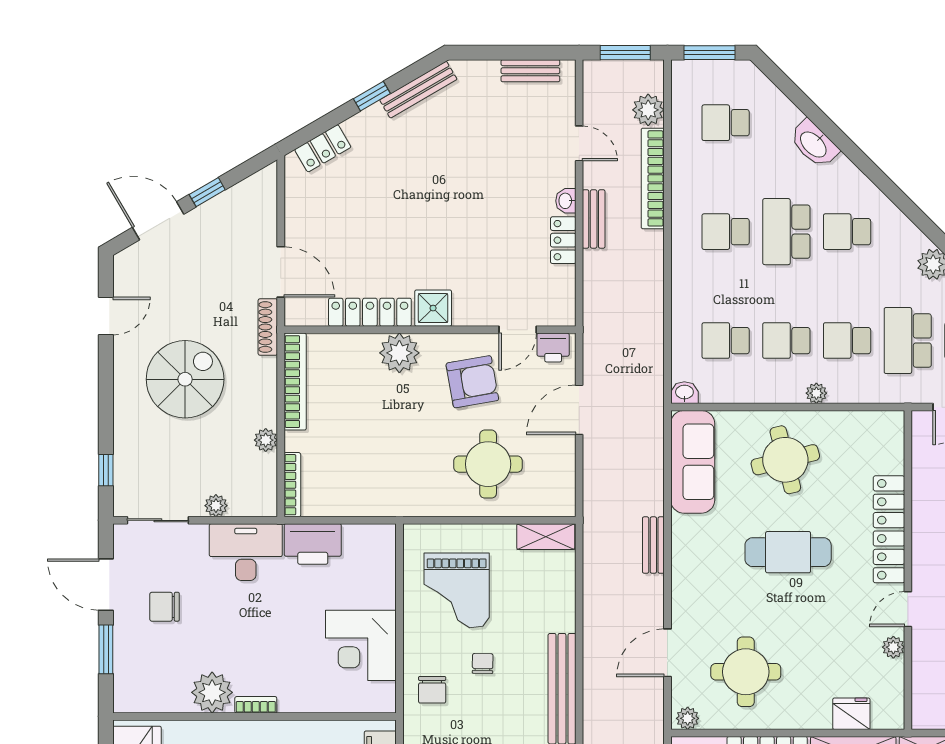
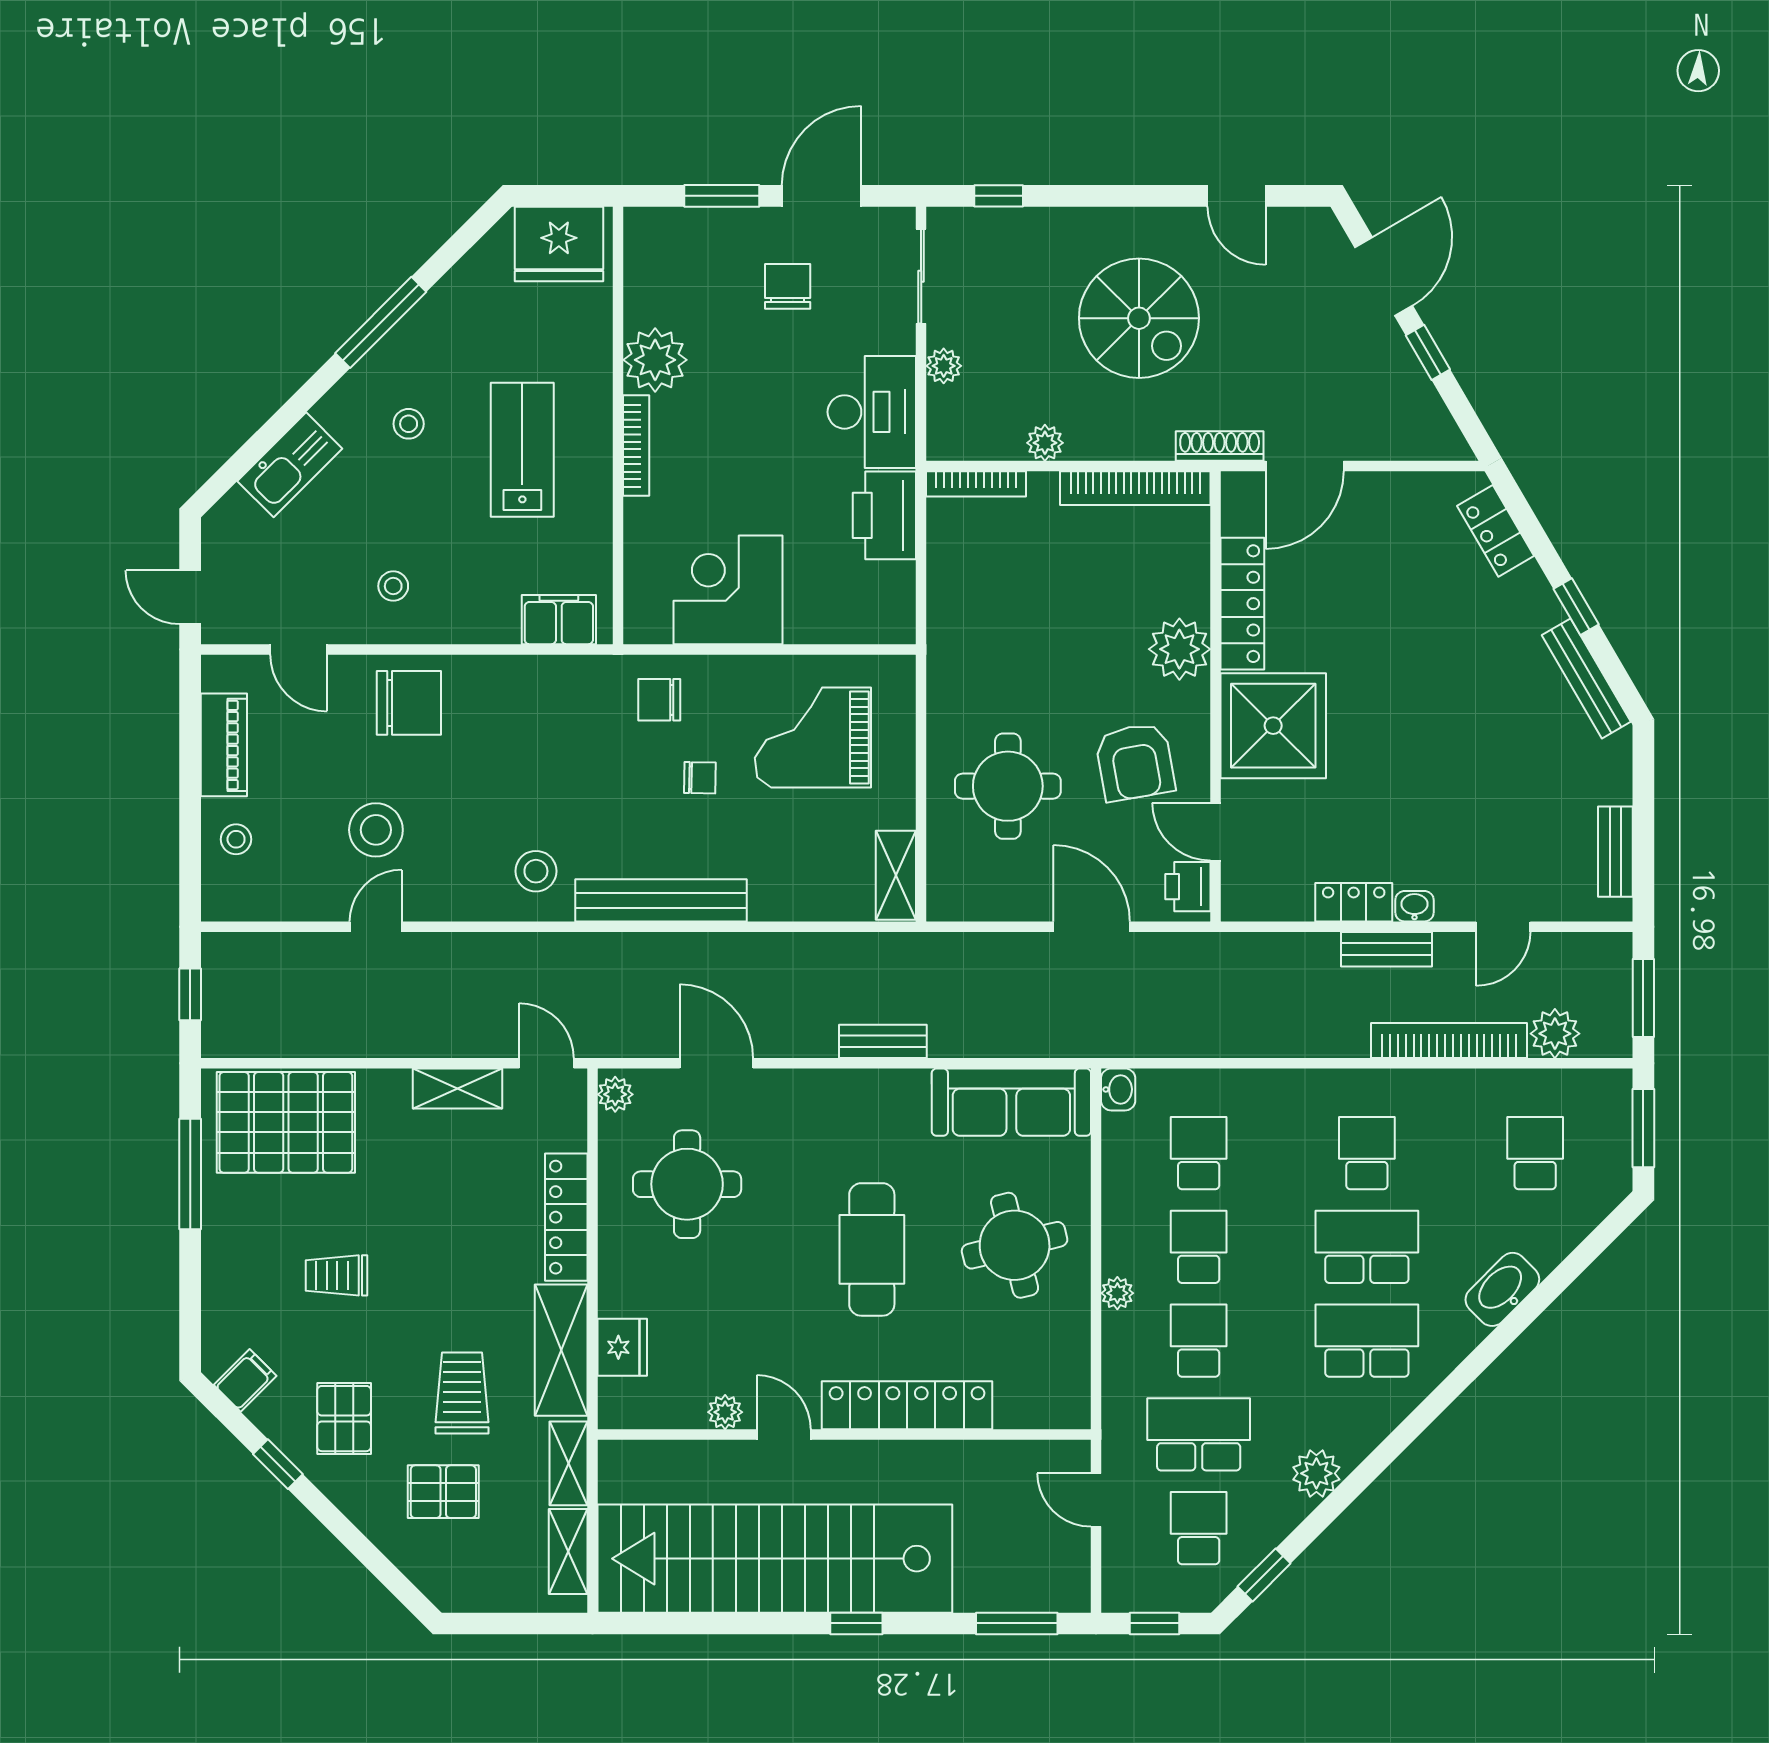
school desk: (847, 232) -> (1367, 1341), width x1.85
shower: (433, 308) -> (1273, 726), width x1.86, depth x1.86
bookcase: (256, 705) -> (636, 446), width x1.56

